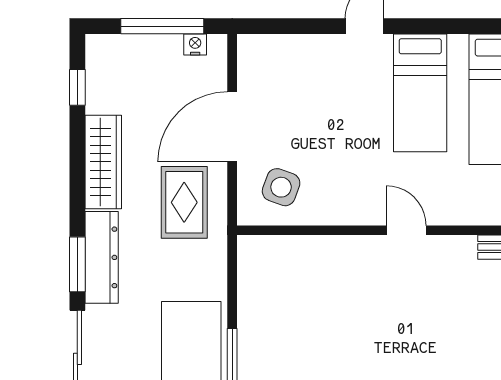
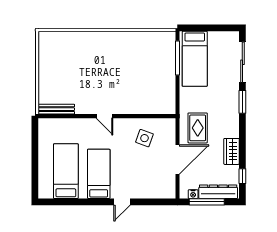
wardrobe: (103, 162) -> (232, 151), width x0.67
side table: (281, 187) -> (144, 138), moved
dresser: (102, 257) -> (218, 192), moved, turned 90

